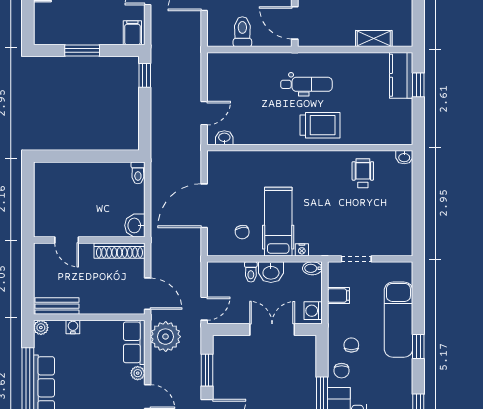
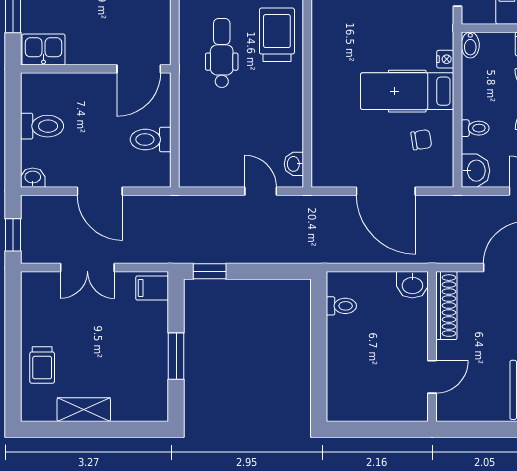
toilet: (138, 173) -> (341, 306), moved
washbasin: (271, 272) -> (475, 171), moved

